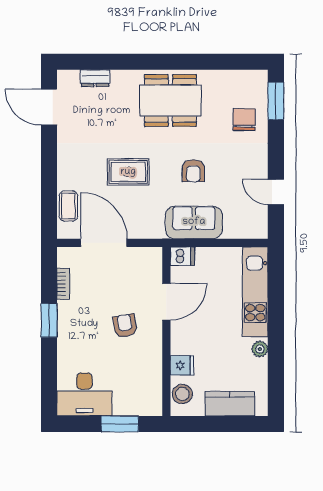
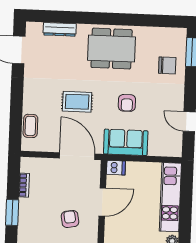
dresser: (95, 78) -> (60, 29), width x1.44
chair: (244, 120) -> (167, 65), turned 90
door: (104, 243) -> (77, 156), moved

